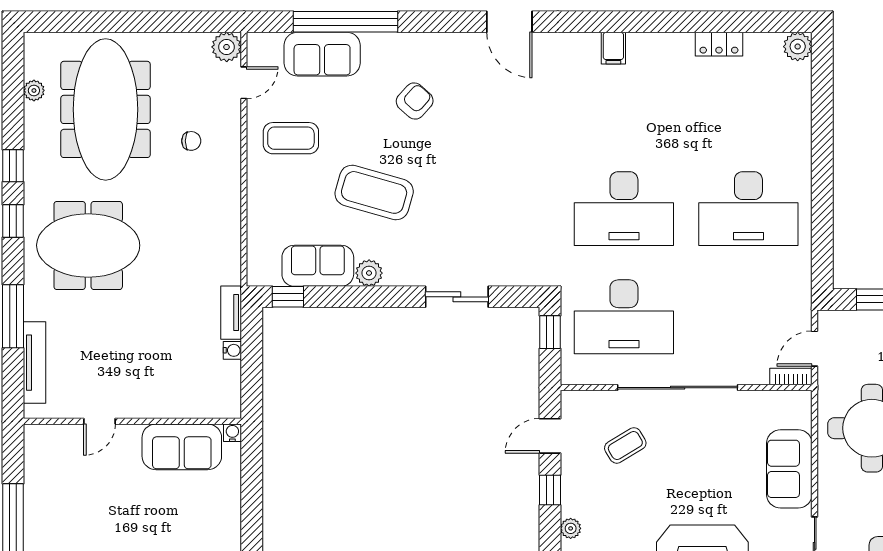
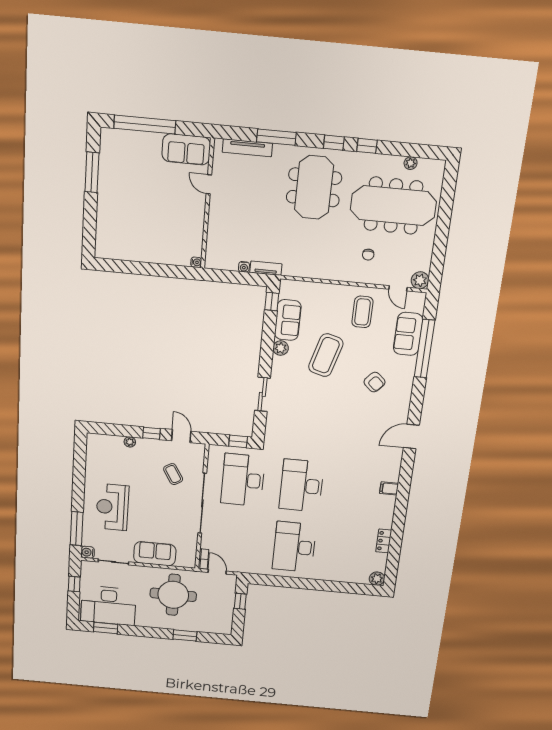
sofa: (182, 447) -> (186, 149), moved, turned -90

